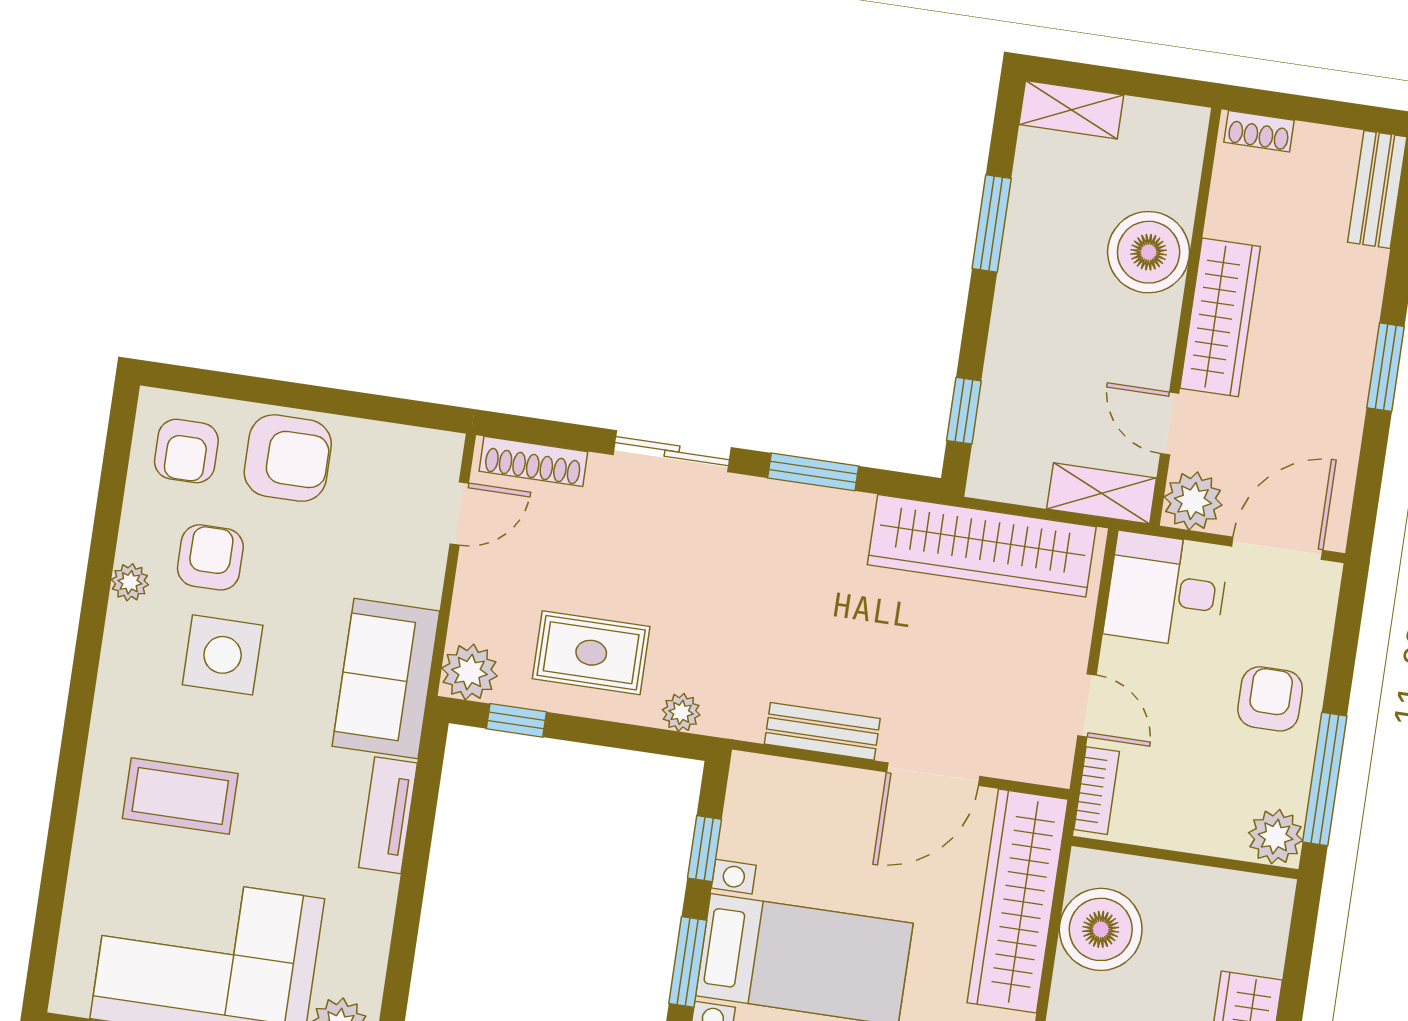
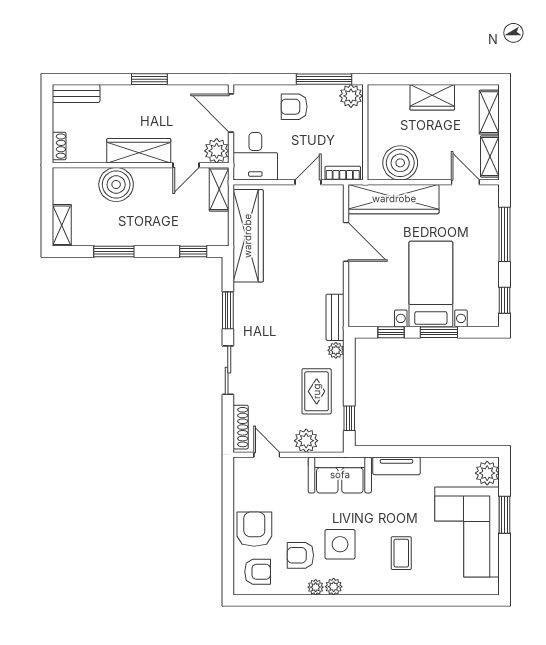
plant: (125, 625) -> (334, 587), added
plant: (470, 672) -> (306, 441), moved
bench: (822, 731) -> (335, 317), moved
coffee table: (180, 796) -> (401, 553), width x0.73, depth x0.77

